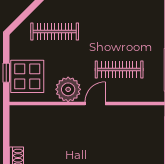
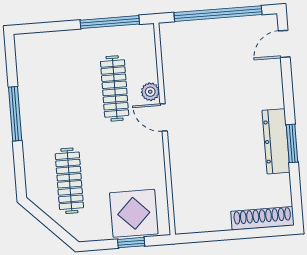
plant: (68, 89) -> (150, 92), moved, width x0.53, depth x0.53

